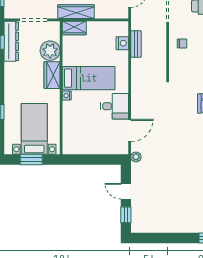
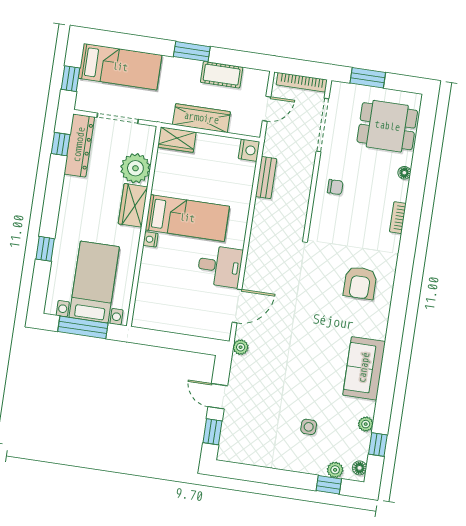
wardrobe: (76, 12) -> (201, 118), moved
nightstand: (122, 43) -> (249, 150), moved
window: (31, 159) -> (83, 327), width x1.44
side table: (188, 202) -> (309, 427), added

